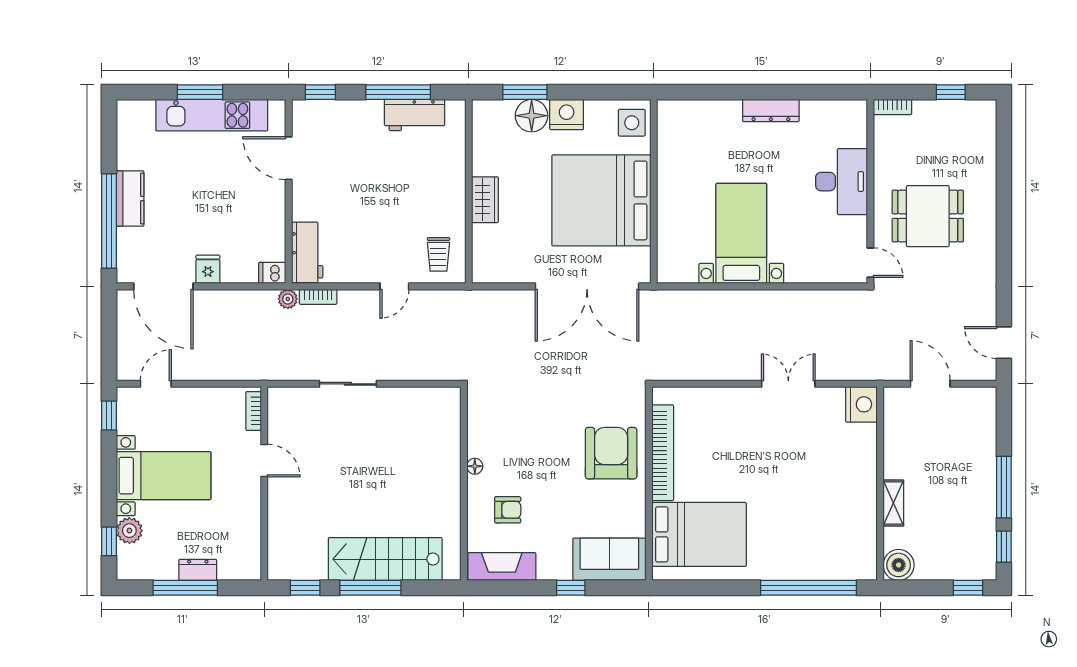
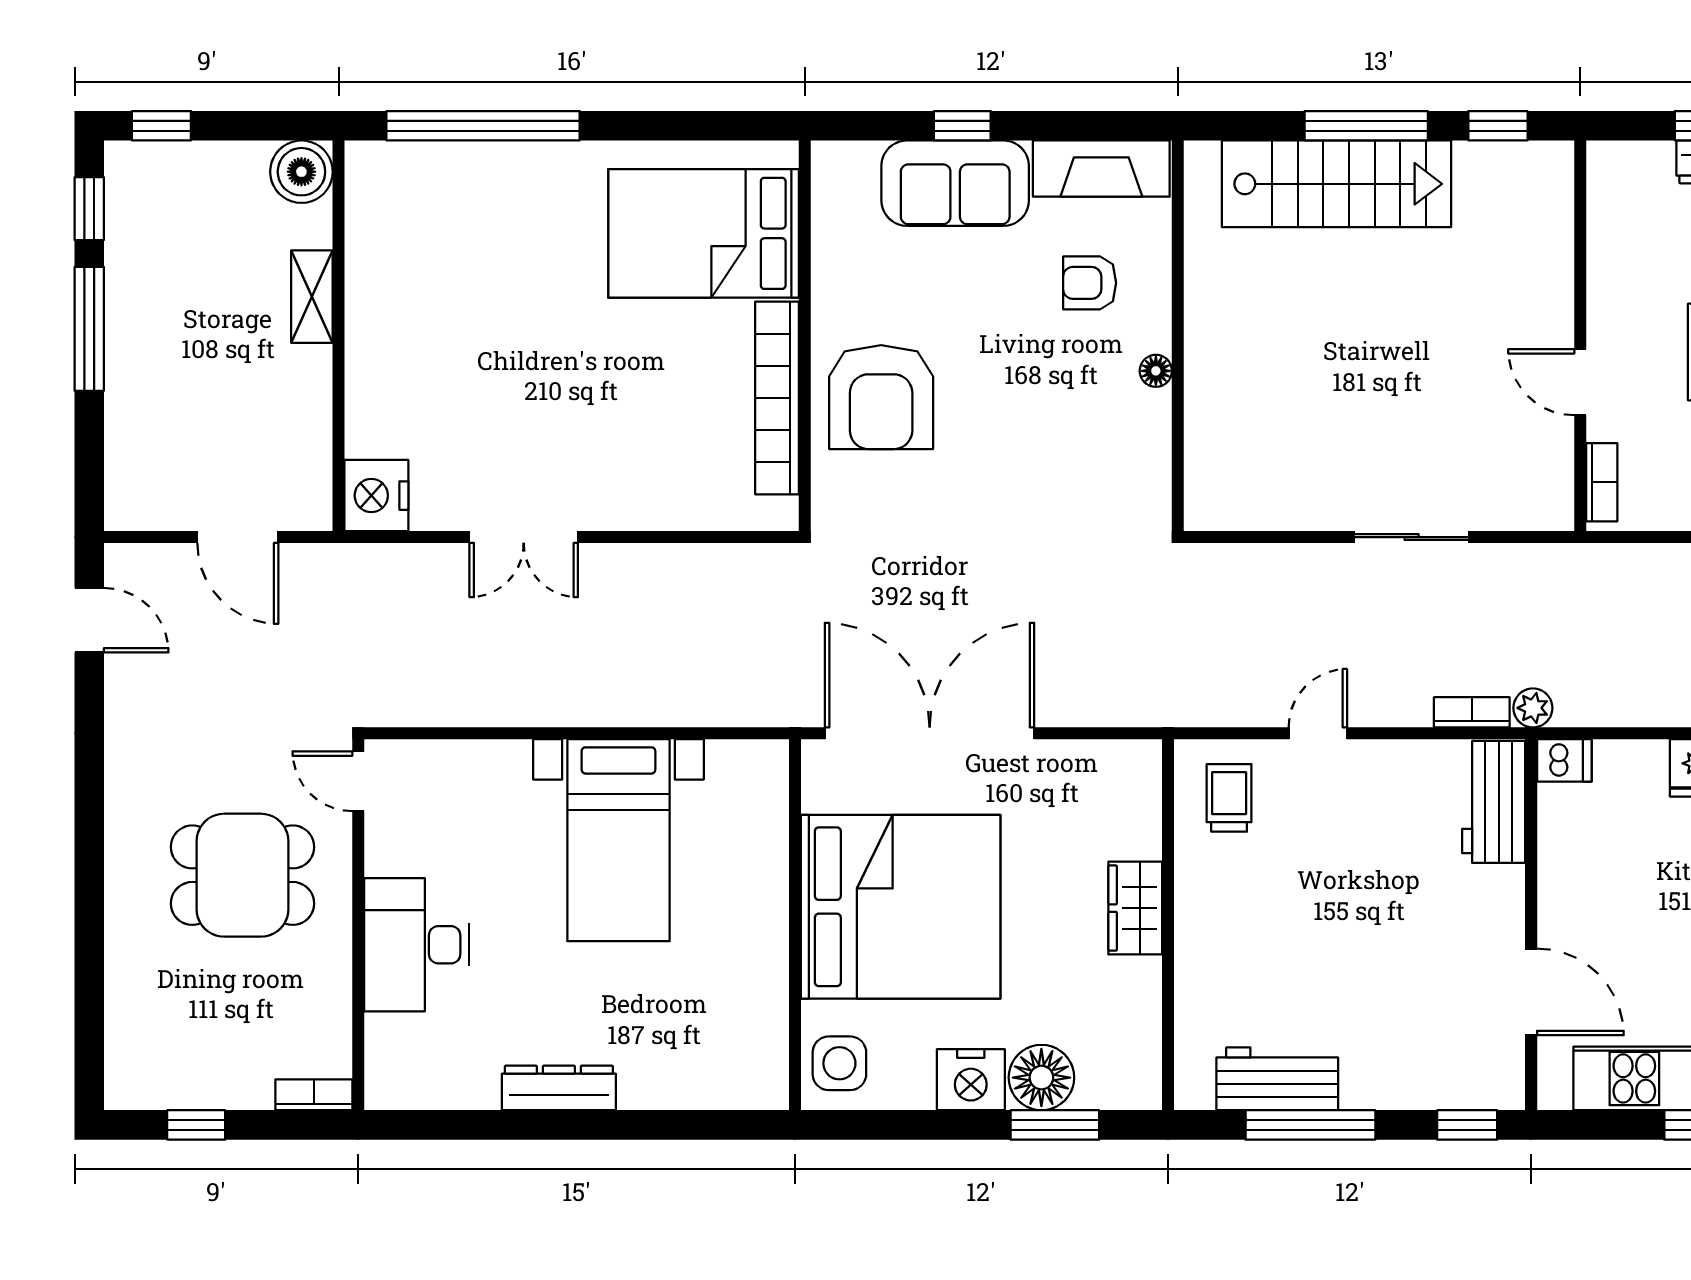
sofa: (609, 559) -> (955, 183), moved

